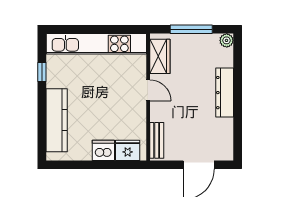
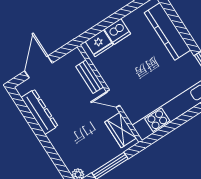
dresser: (225, 93) -> (40, 112), moved
bench: (157, 140) -> (90, 77), moved

